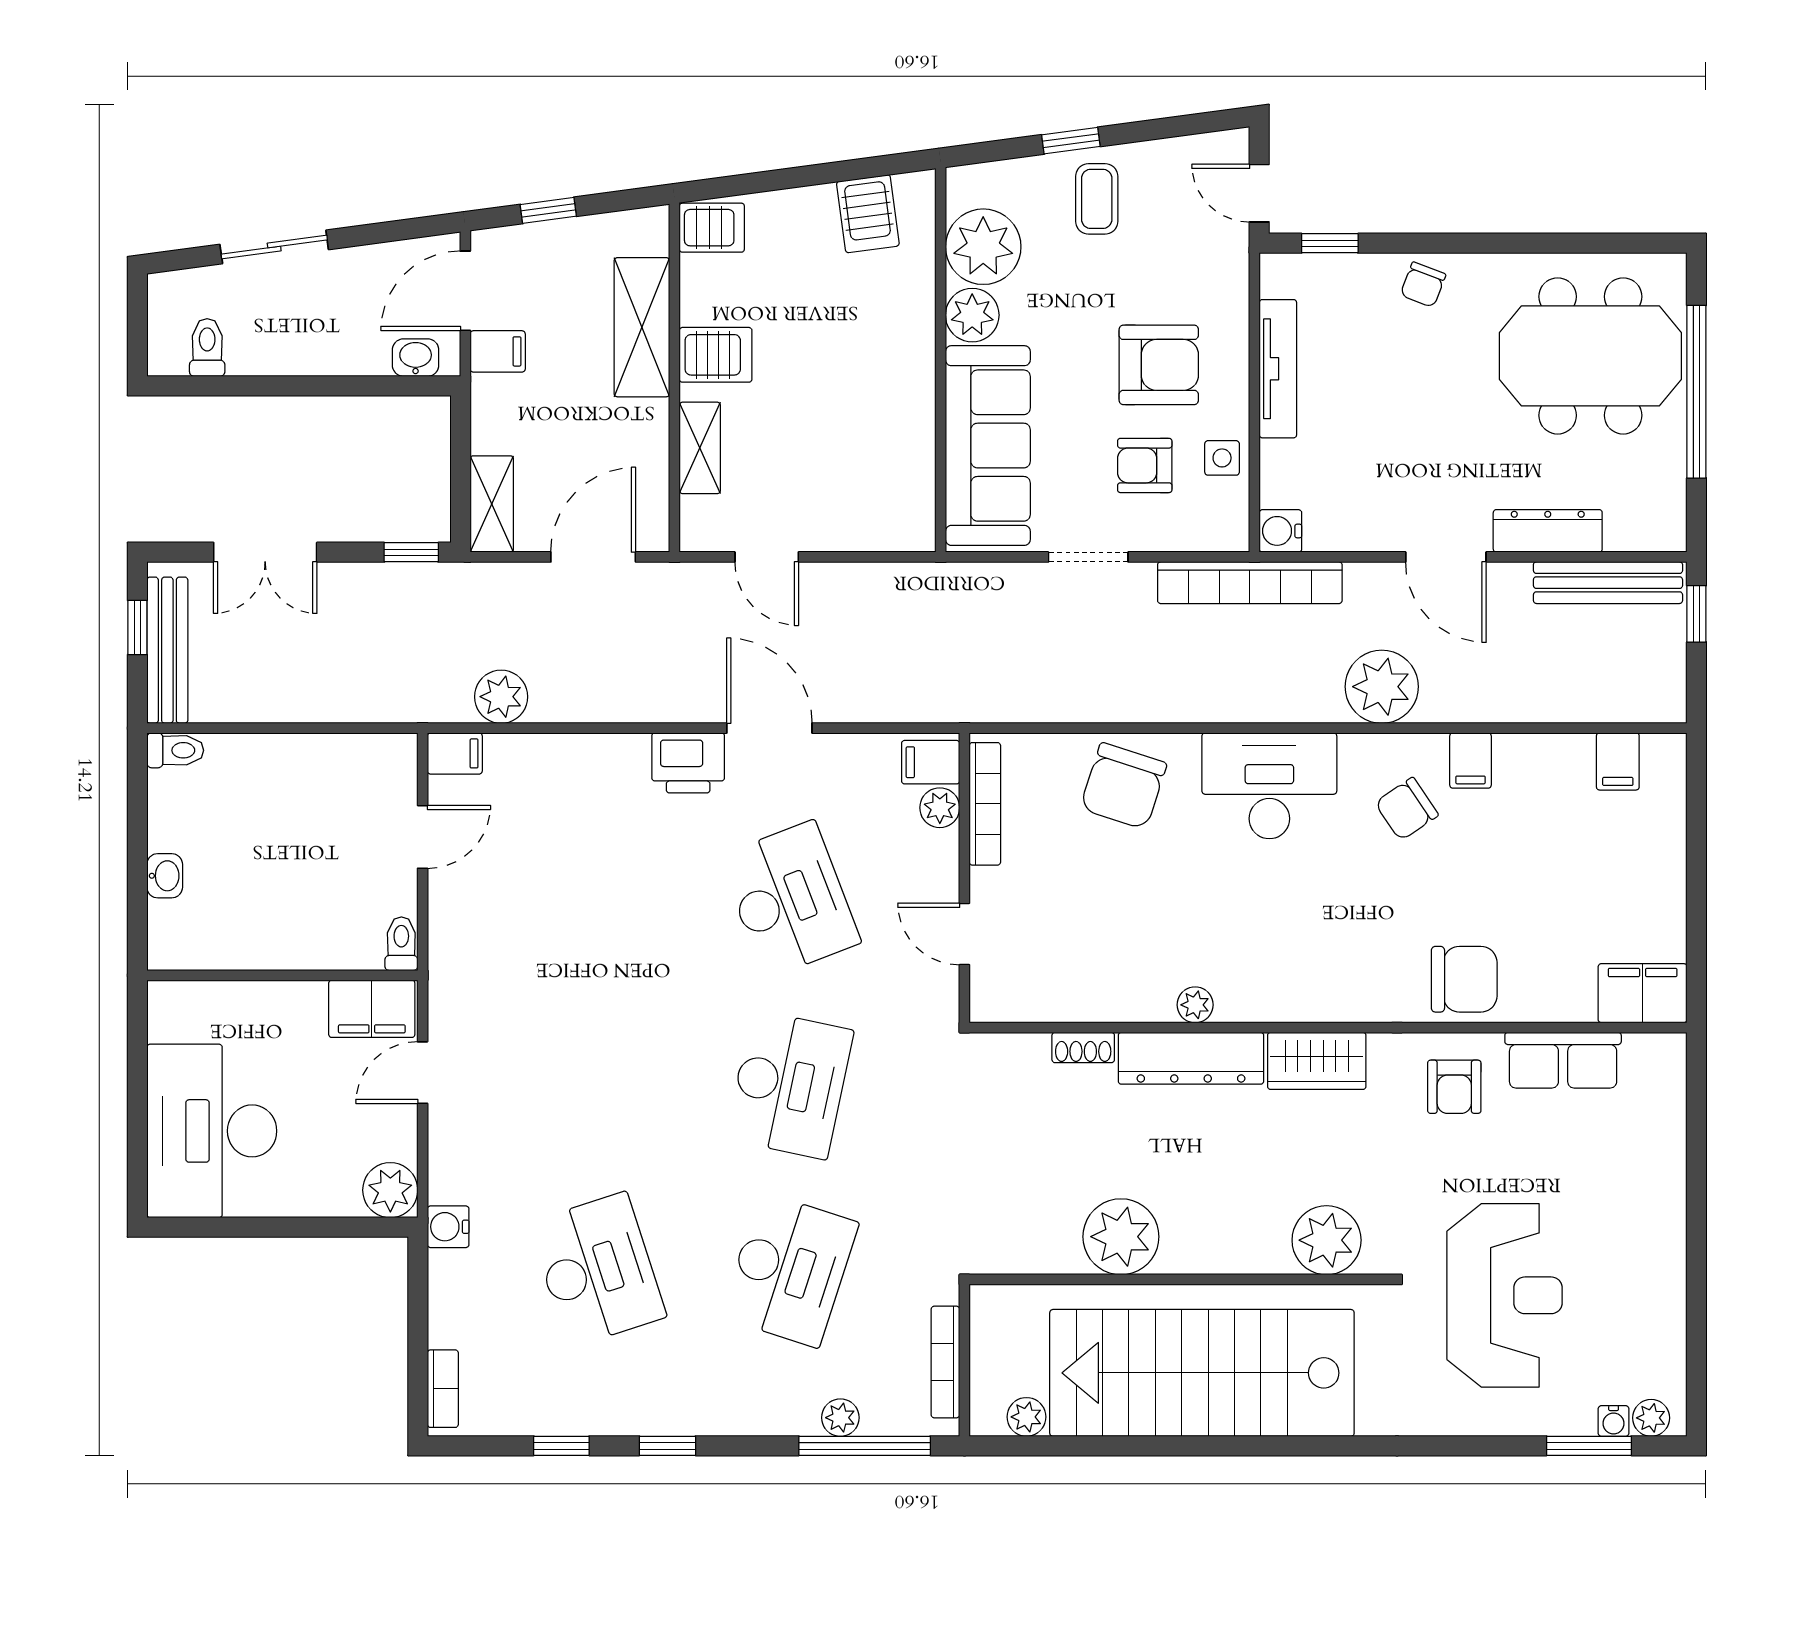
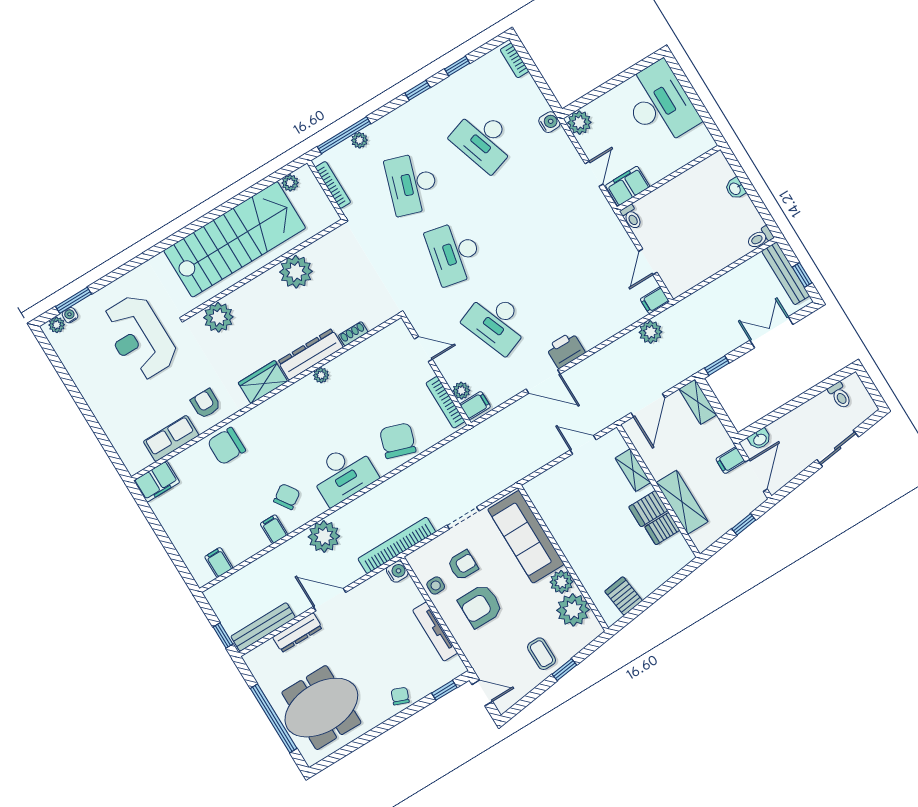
server rack: (712, 228) -> (662, 529), moved

